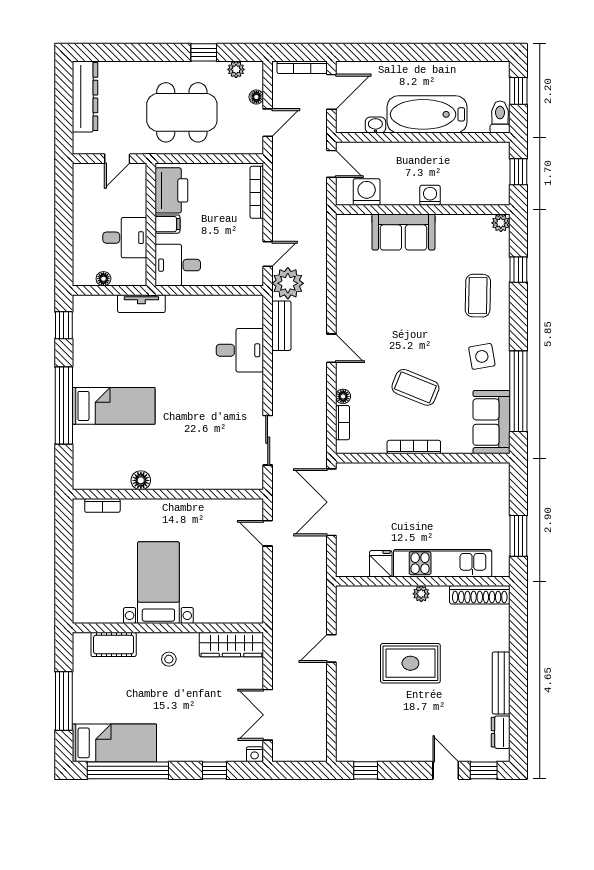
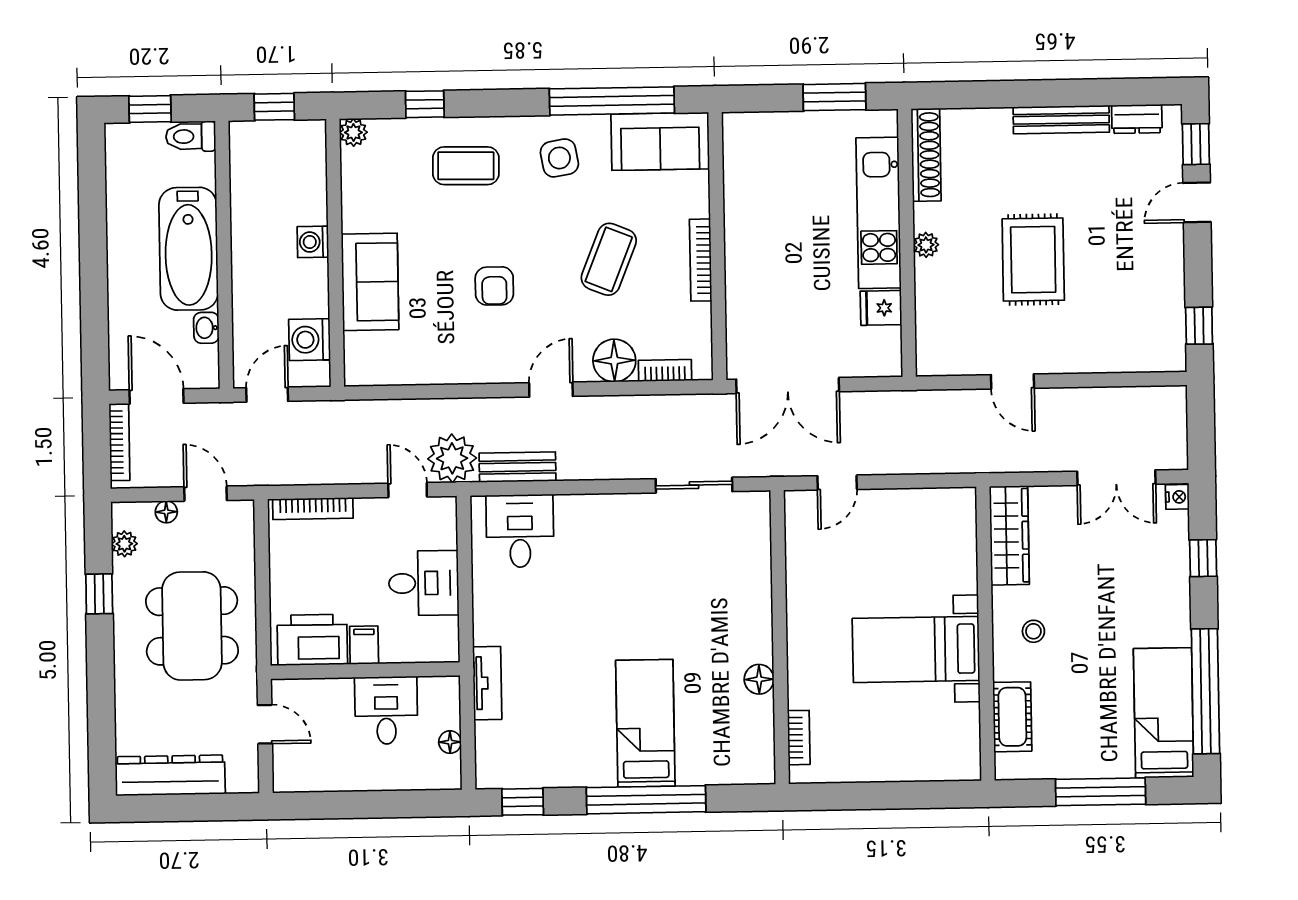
desk: (178, 265) -> (424, 583), moved, turned -90
armchair: (399, 313) -> (494, 286), added
desk: (240, 350) -> (520, 531), moved
floor lamp: (343, 396) -> (614, 361), width x1.89, depth x1.89

